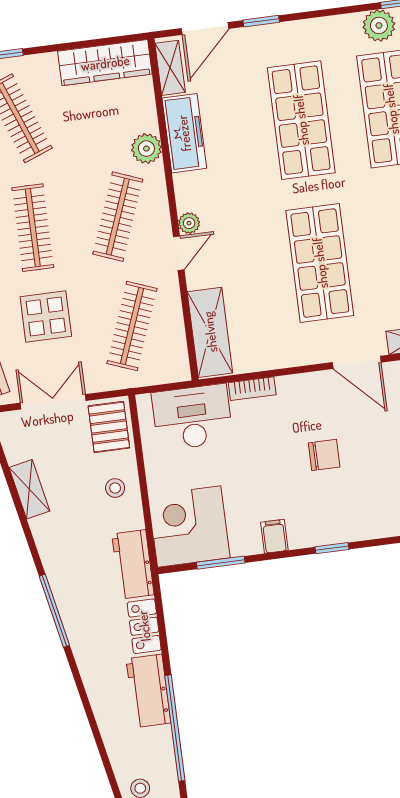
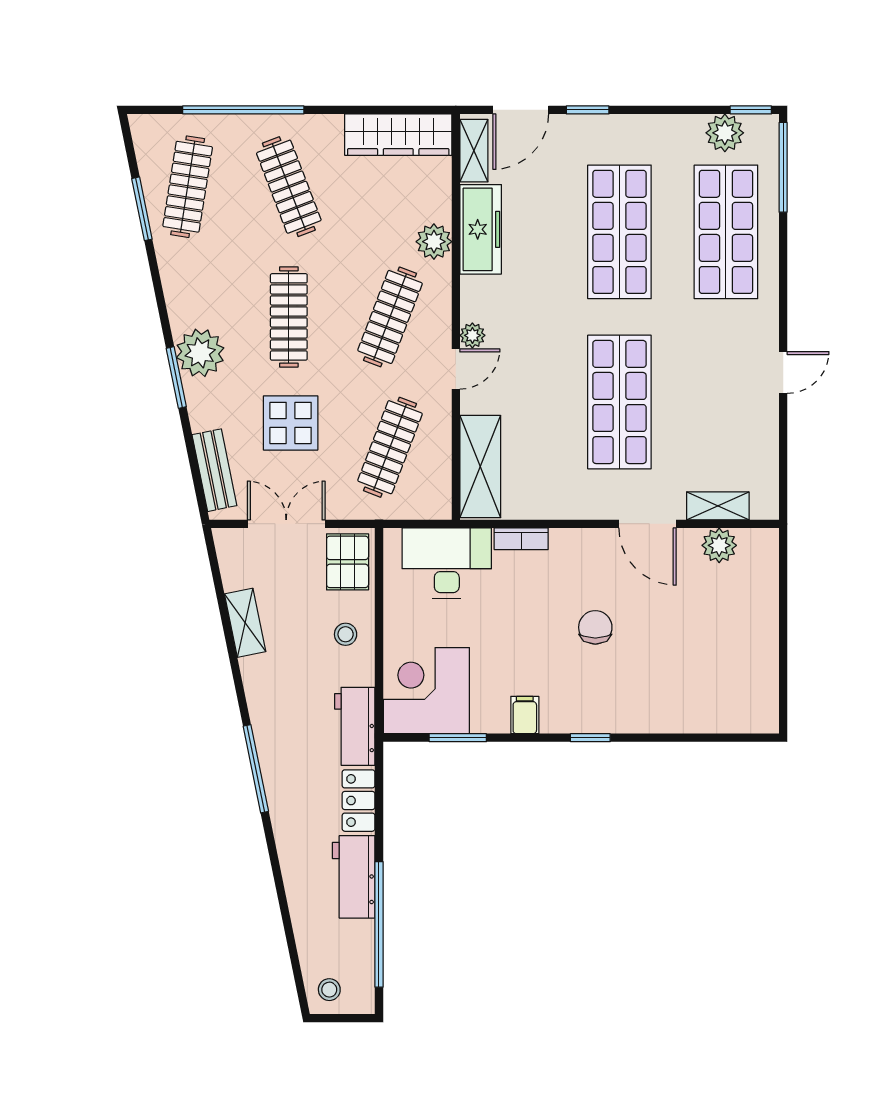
chair: (324, 455) -> (595, 627), turned -90

